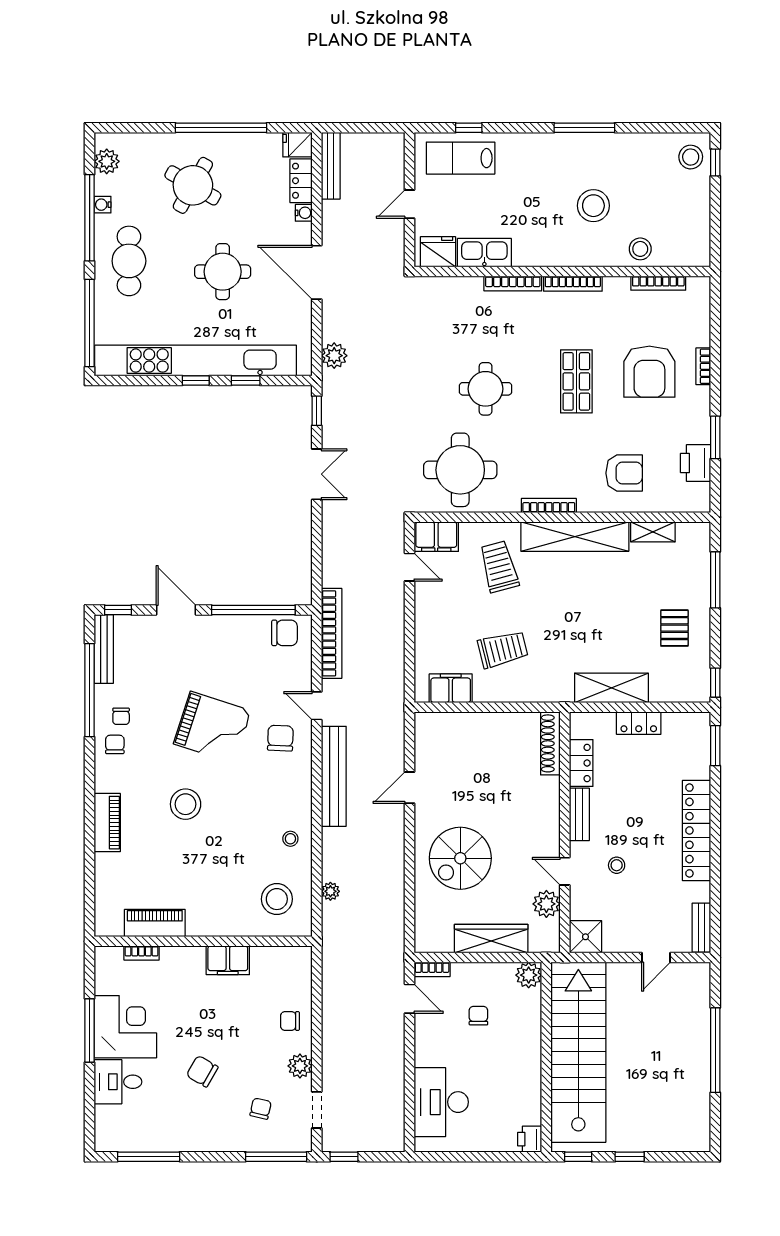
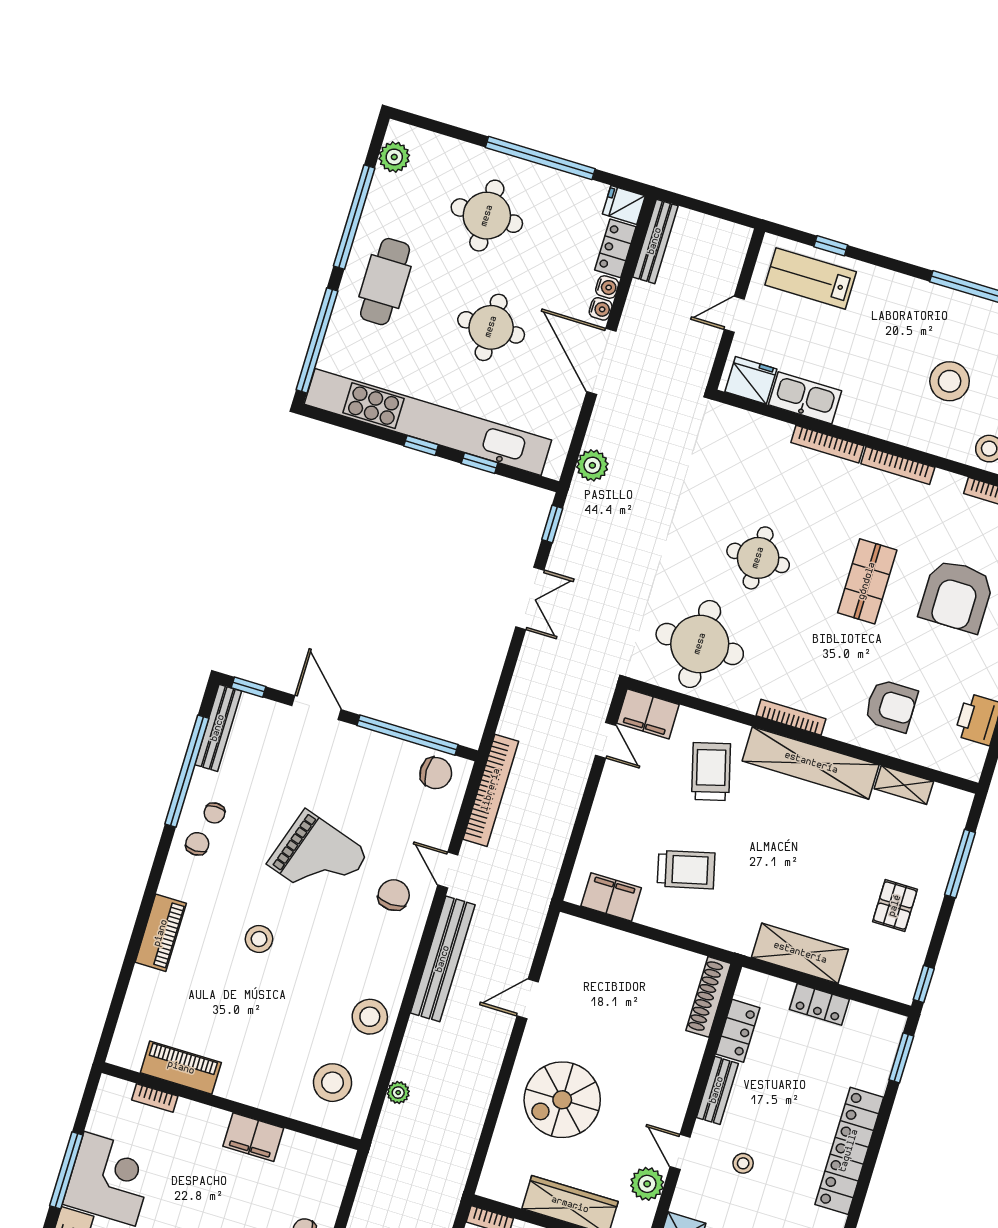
round table: (193, 185) -> (487, 216), turned -30
water cooler: (103, 205) -> (601, 309), moved, turned 180
stool: (186, 804) -> (259, 939), width x0.73, depth x0.73
stool: (290, 839) -> (370, 1017), width x1.89, depth x1.89

